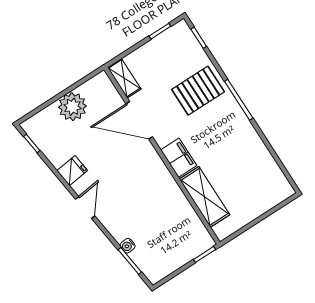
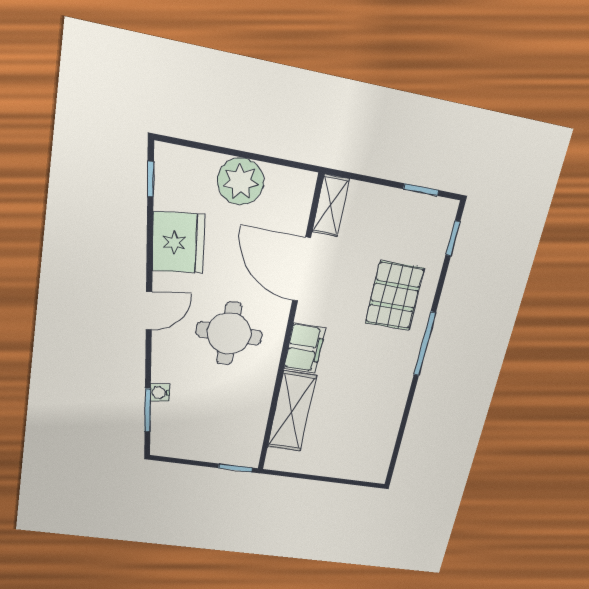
pallet: (198, 91) -> (395, 296), turned 90
fridge: (72, 171) -> (178, 243), width x1.88, depth x1.34
round table: (134, 184) -> (229, 333), added

